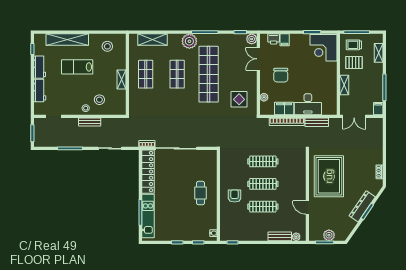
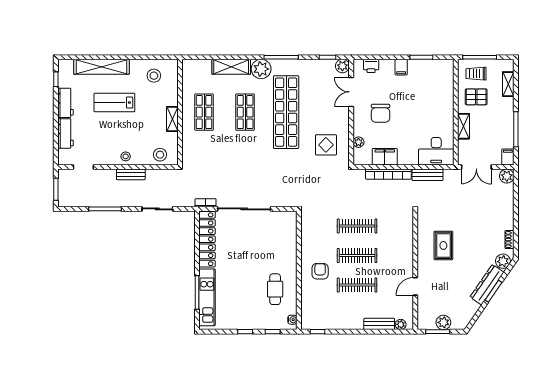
shelving: (153, 40) -> (231, 67), moved
filing cabinet: (285, 40) -> (401, 67), moved
corner desk: (324, 48) -> (436, 77), removed
stool: (99, 100) -> (160, 155), moved
desk: (308, 104) -> (436, 151), moved
plant: (377, 123) -> (507, 176), added
rug: (329, 176) -> (443, 245), width x0.54, depth x0.49
plant: (374, 188) -> (503, 261), added
cafe table: (201, 193) -> (275, 289), moved
door: (307, 208) -> (415, 286), hinge flipped

